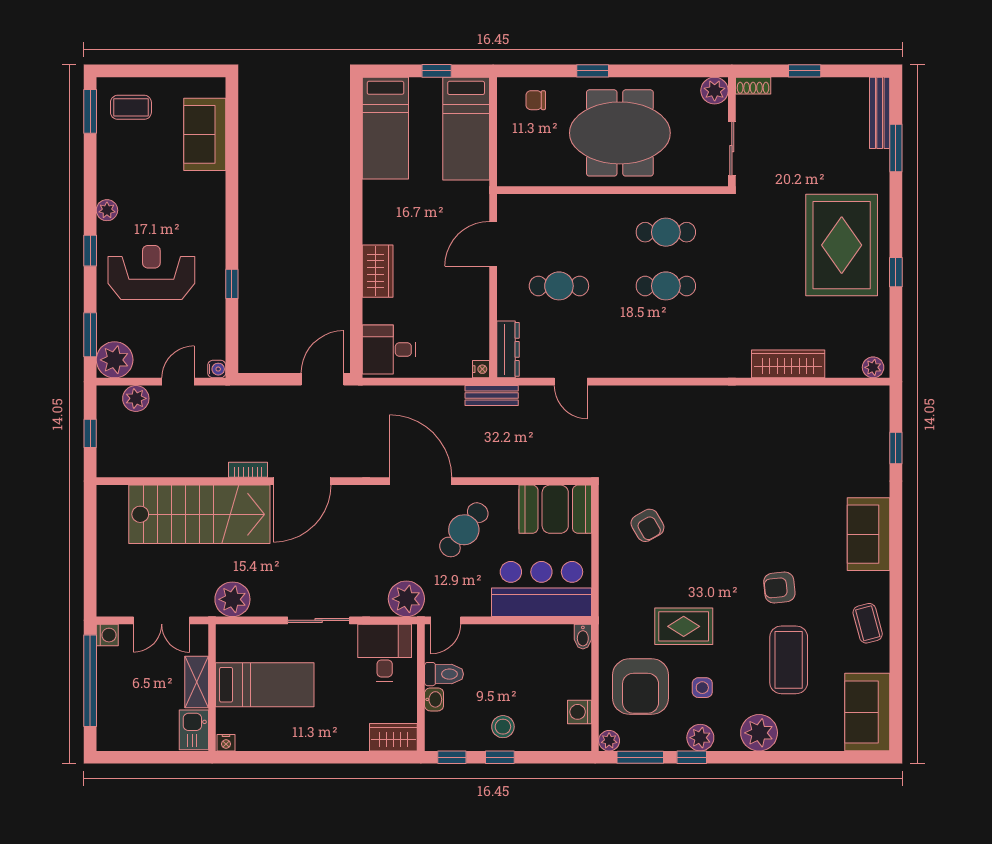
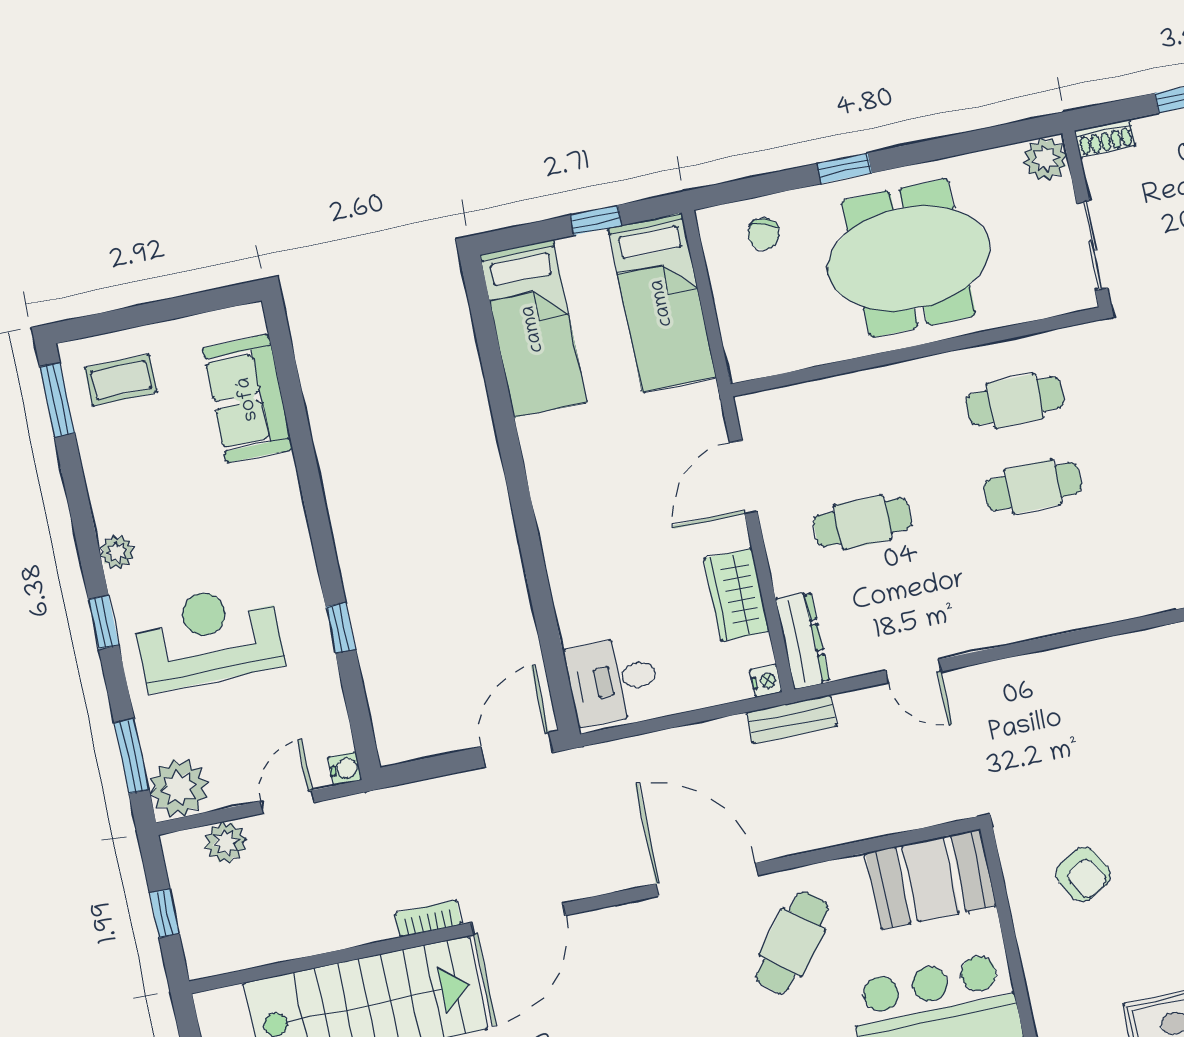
chair: (536, 100) -> (764, 234), turned -73
wardrobe: (378, 271) -> (737, 595), moved, turned 180

